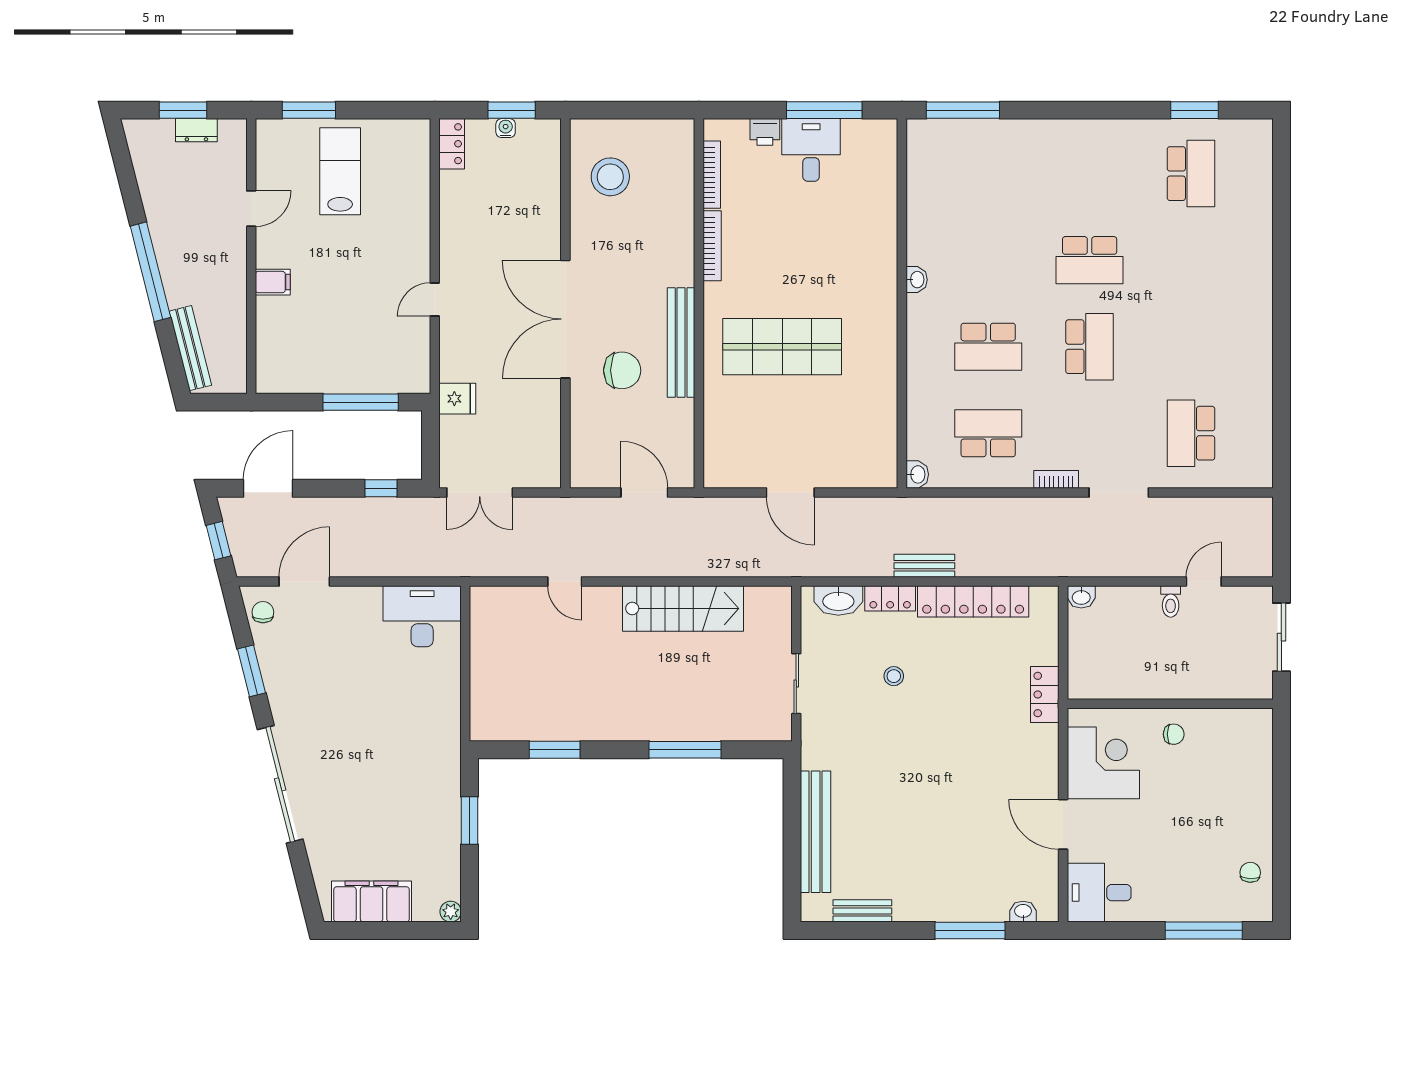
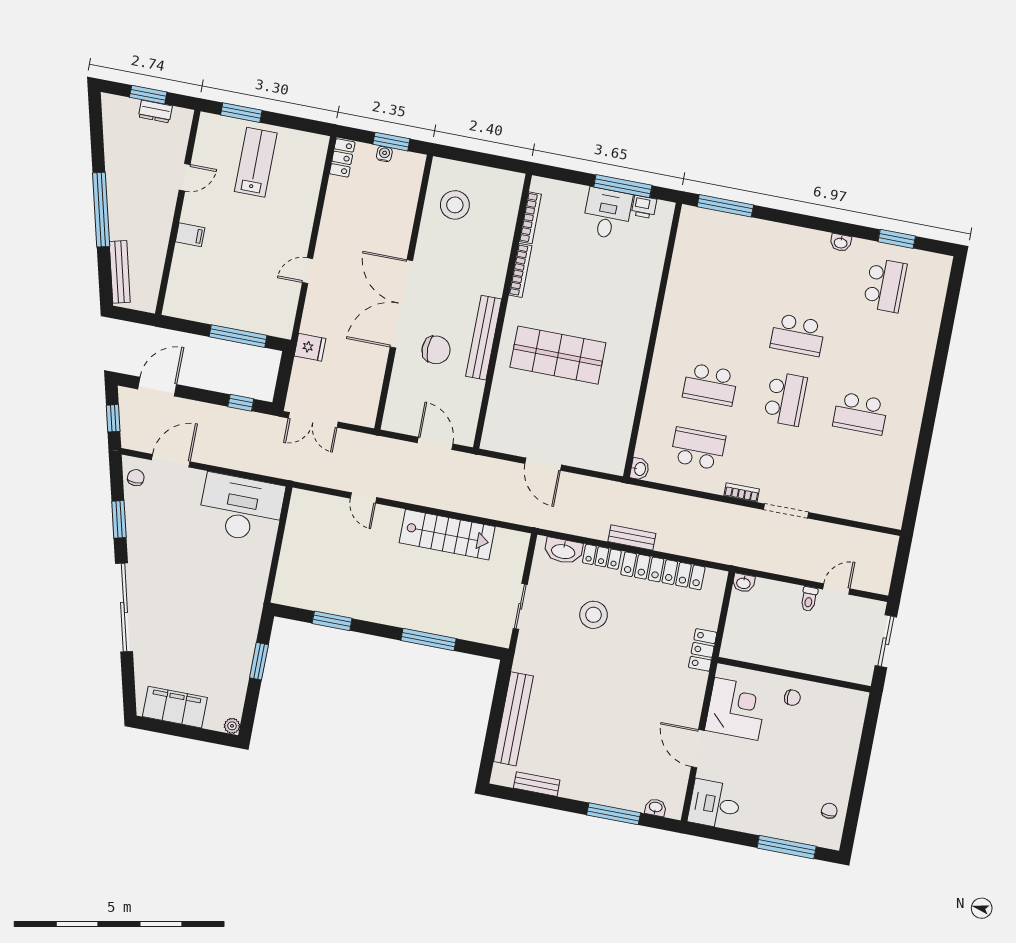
printer: (765, 132) -> (644, 207), moved
washbasin: (917, 280) -> (841, 243), moved, turned 90
school desk: (1191, 433) -> (860, 413), moved, turned -90
desk: (422, 616) -> (241, 508), width x1.36, depth x1.30
stool: (894, 676) -> (594, 615), width x1.89, depth x1.89

